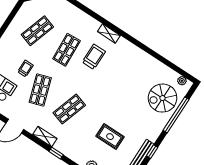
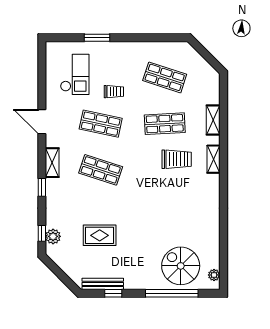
shelving: (84, 18) -> (213, 120), added
shop shelf: (40, 90) -> (101, 124), turned 30
rug: (110, 137) -> (100, 235), turned 90

